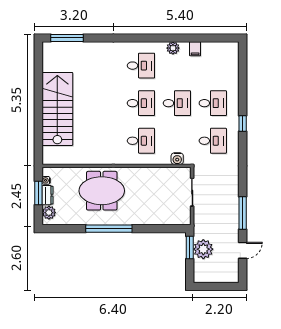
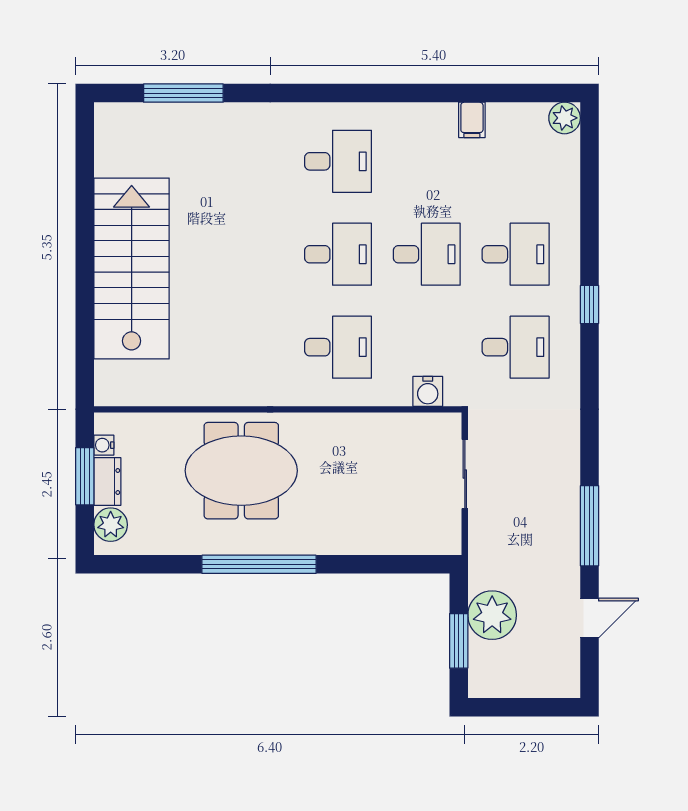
window: (67, 38) -> (183, 93), moved
plant: (173, 48) -> (565, 118), moved
window: (190, 248) -> (459, 641), moved

